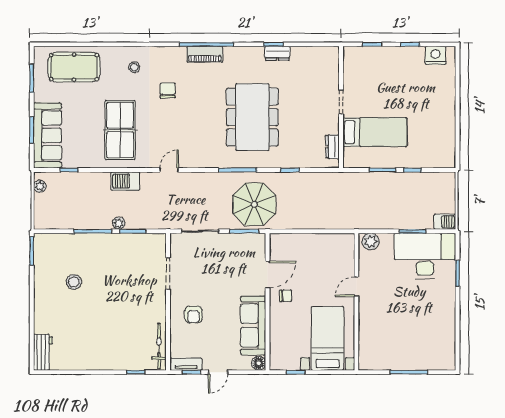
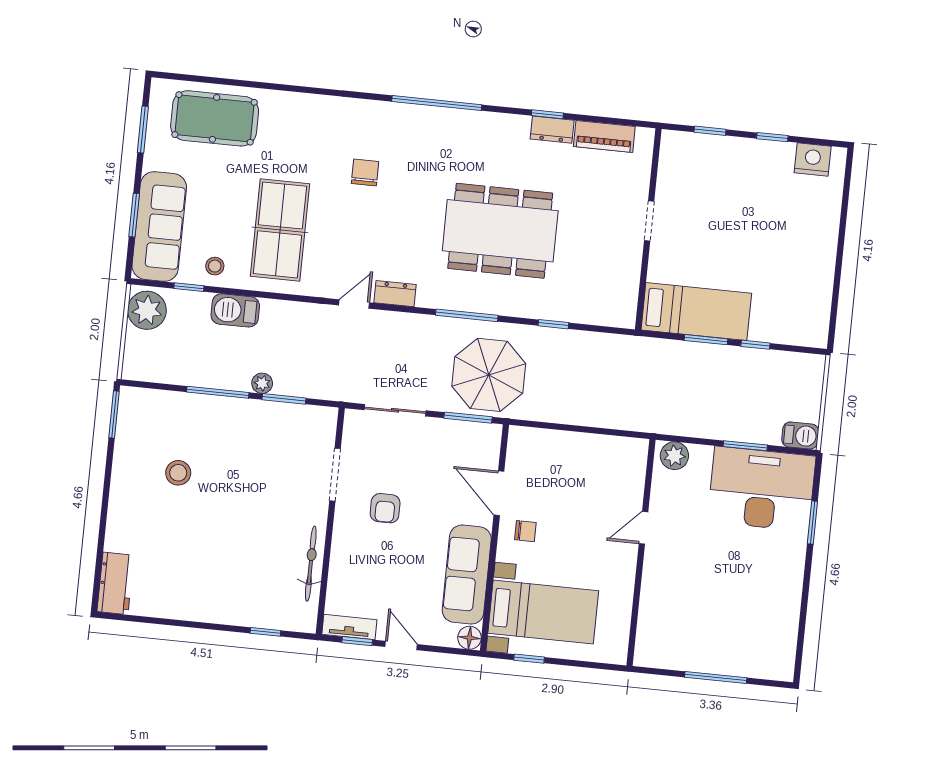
piano: (205, 54) -> (604, 136), moved
stool: (134, 67) -> (215, 266), moved
dining table: (252, 117) -> (500, 231), turned 90
bed: (375, 132) -> (696, 312), moved
dresser: (332, 147) -> (395, 294), moved, turned 90
barbecue: (125, 181) -> (235, 310), moved
plant: (40, 186) -> (147, 310), width x1.88, depth x1.88
door: (268, 275) -> (499, 493), swing flipped
armchair: (193, 315) -> (385, 508), moved
bed with nightstands: (328, 338) -> (543, 612), moved, turned 90
bicycle: (159, 346) -> (311, 564), moved
door: (218, 372) -> (401, 646), swing flipped

